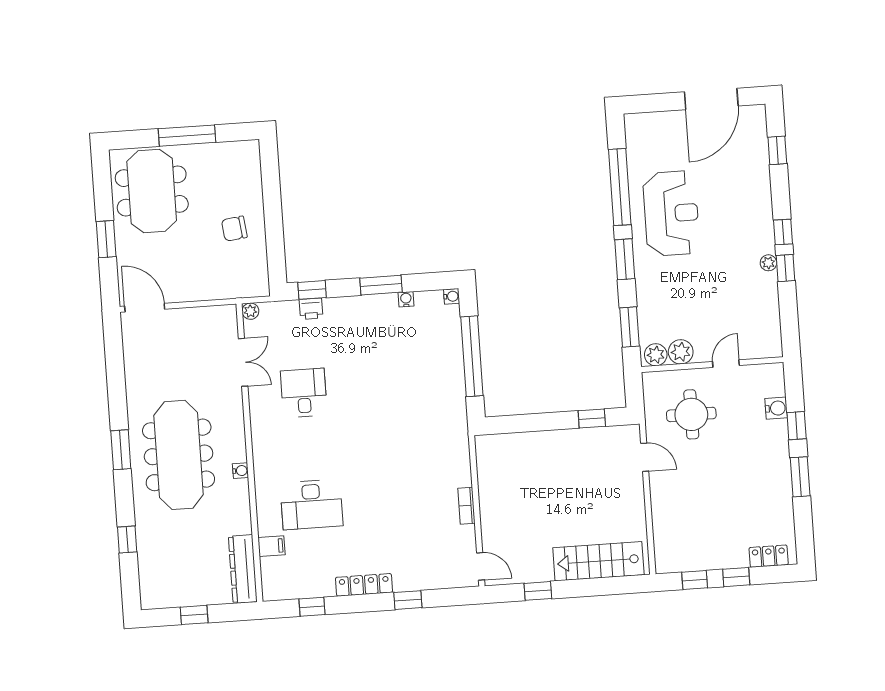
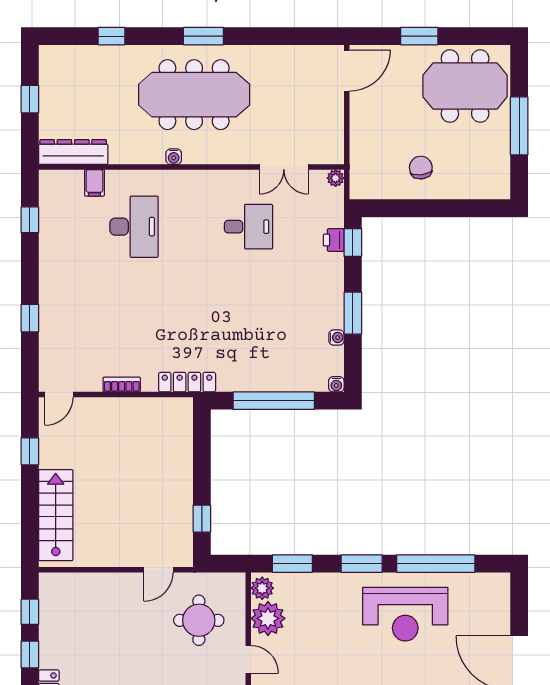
plant: (681, 352) -> (268, 618), width x1.36, depth x1.36
desk: (312, 504) -> (134, 227), turned 180
locker: (364, 585) -> (187, 382), moved, turned -90

